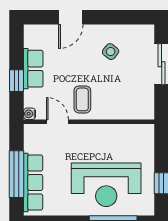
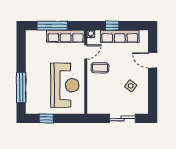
row of seats: (33, 69) -> (120, 36), width x1.48
row of seats: (33, 183) -> (66, 36), moved
reception desk: (106, 185) -> (65, 85), moved, turned 180

